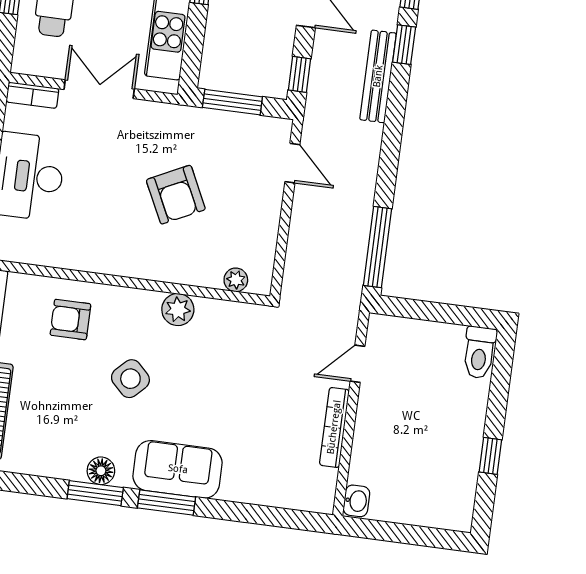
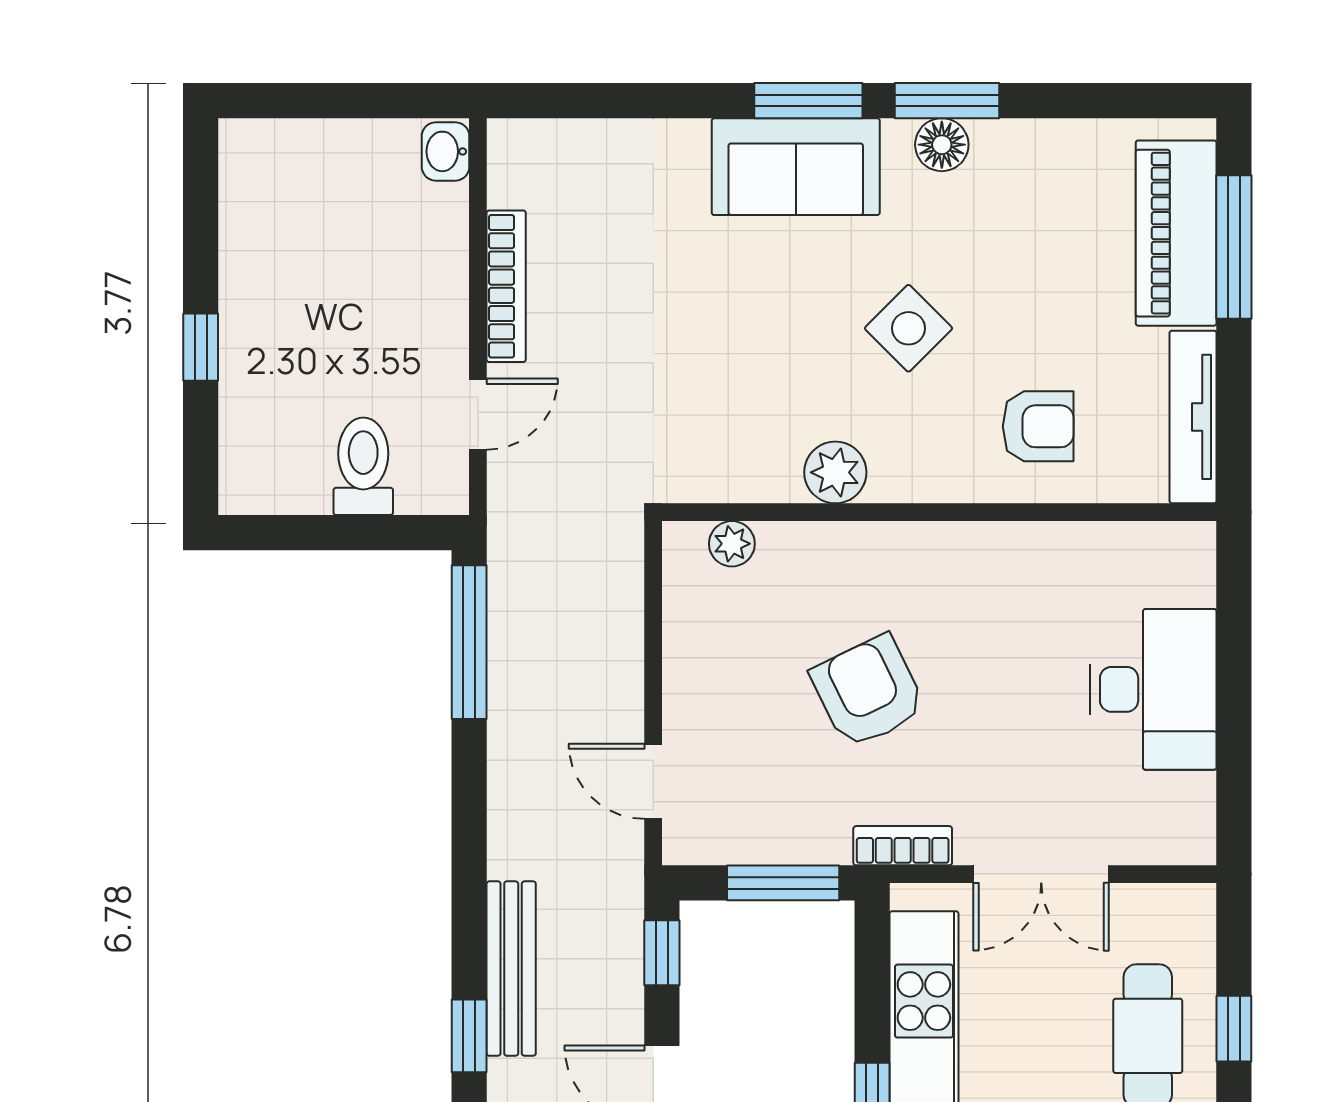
bookcase: (32, 95) -> (903, 846), moved
toilet: (479, 352) -> (363, 466), moved
window: (490, 456) -> (201, 347), moved

